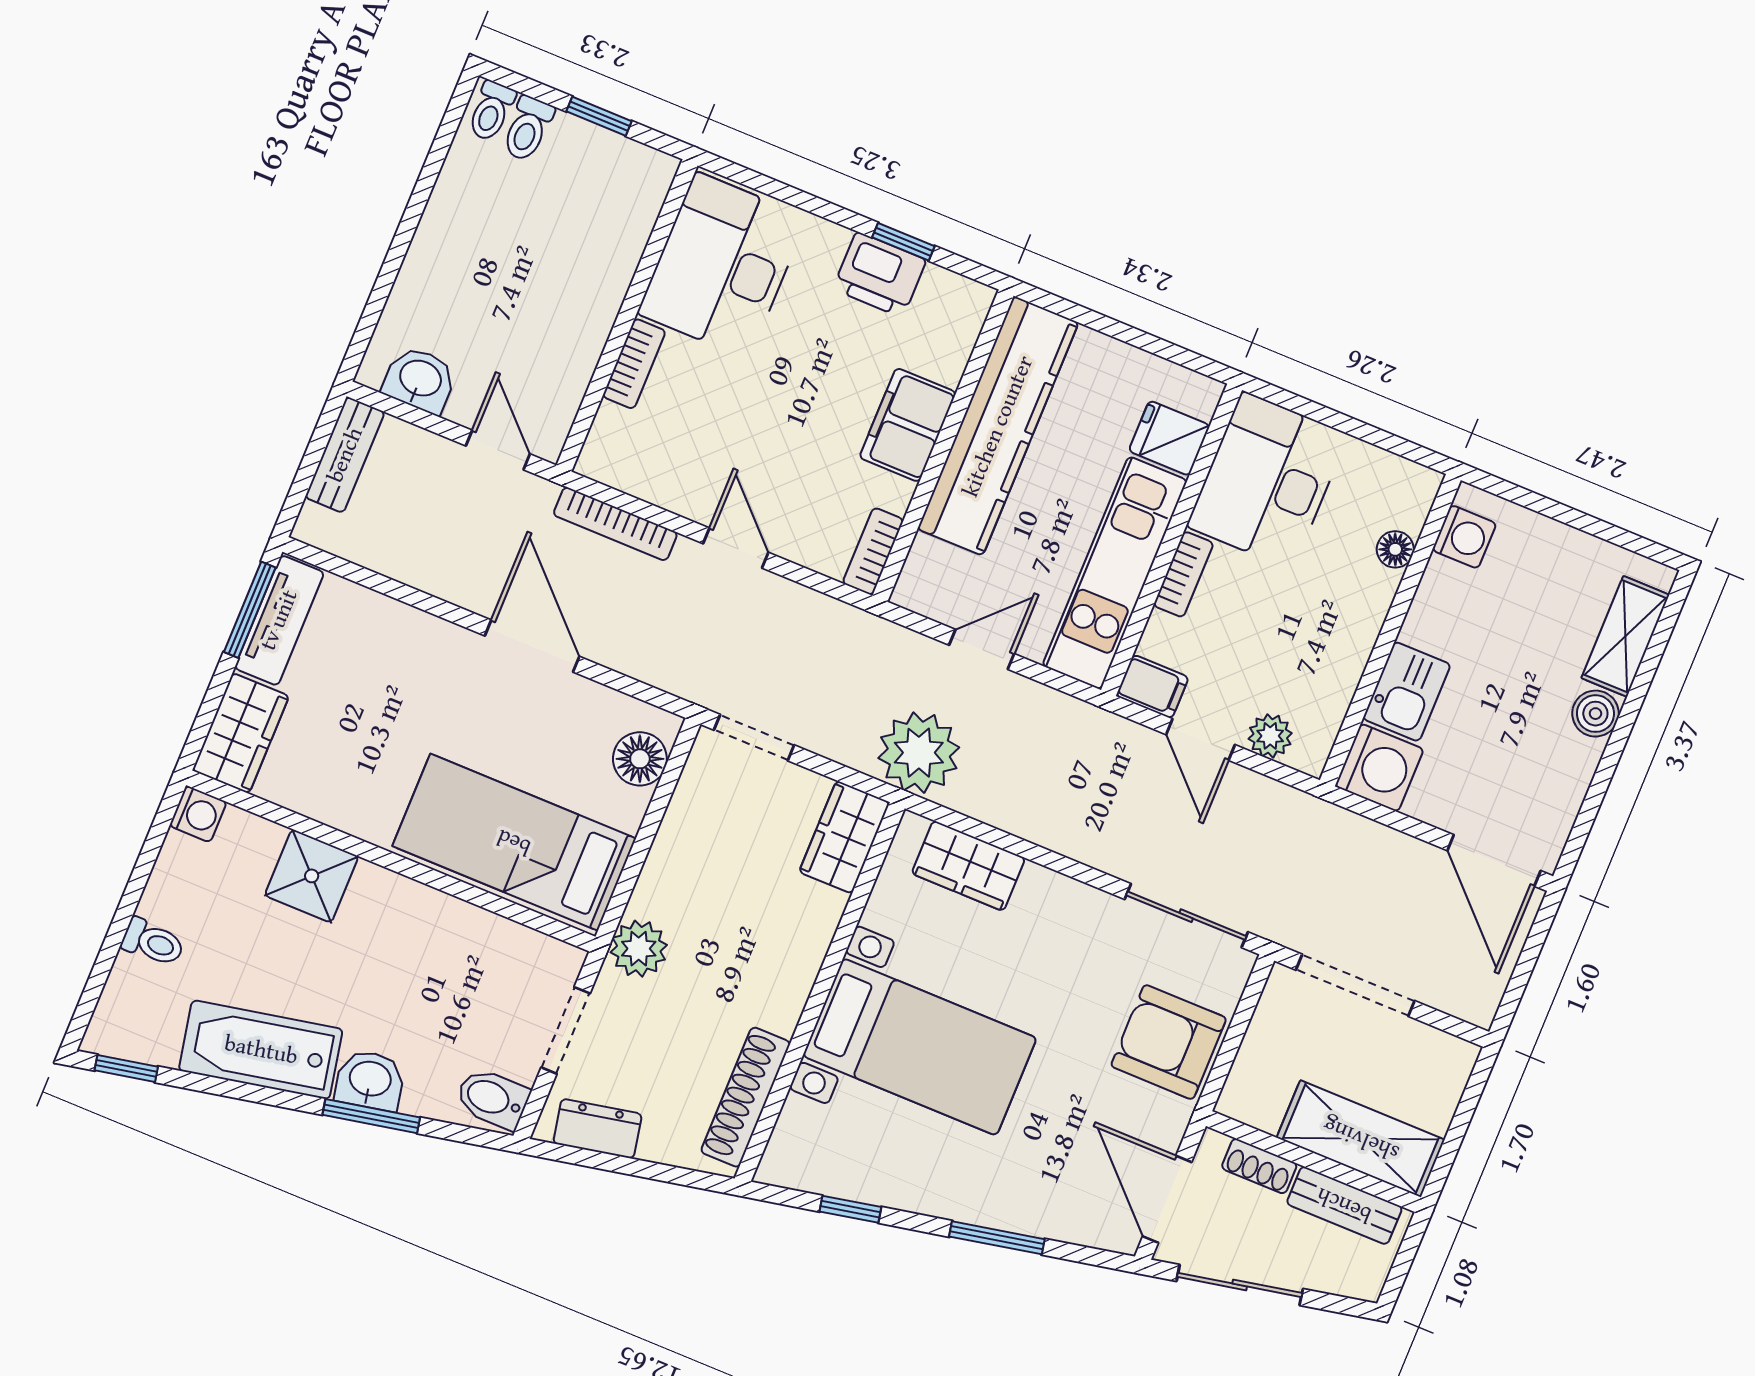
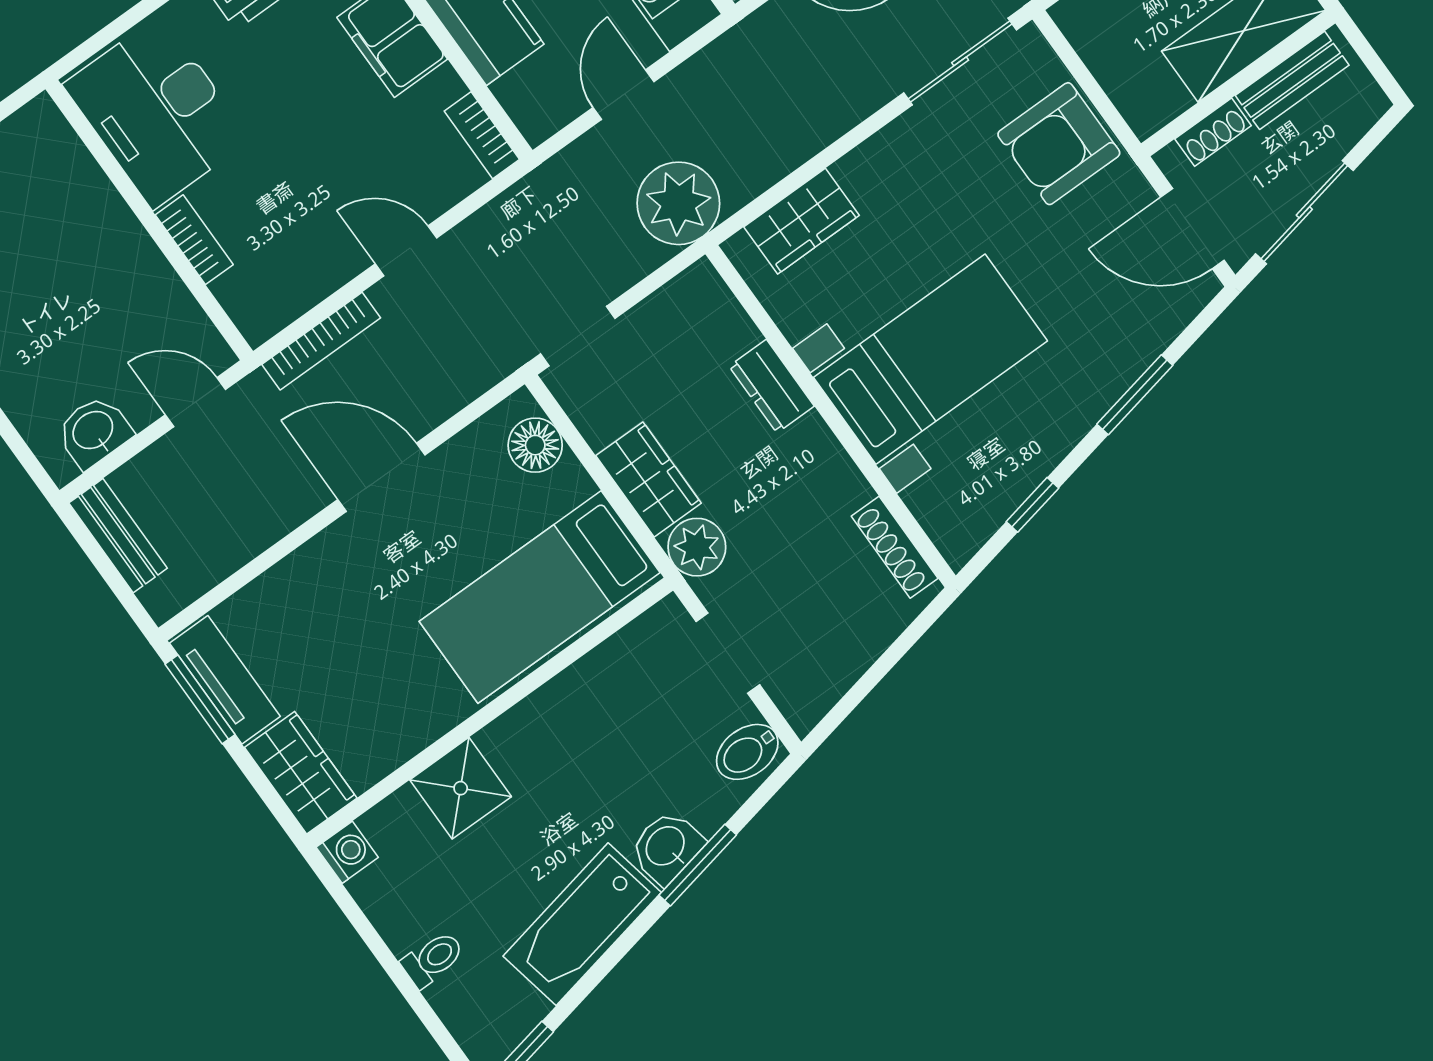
wardrobe: (844, 837) -> (649, 479), moved, turned 180
shoe rack: (746, 1097) -> (895, 547), width x0.74, depth x0.81
dresser: (598, 1129) -> (772, 386), moved, turned -79

